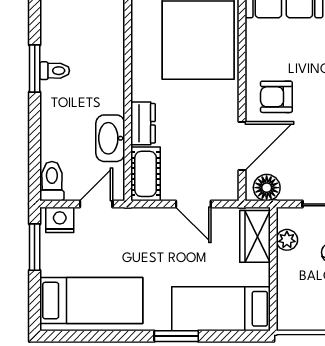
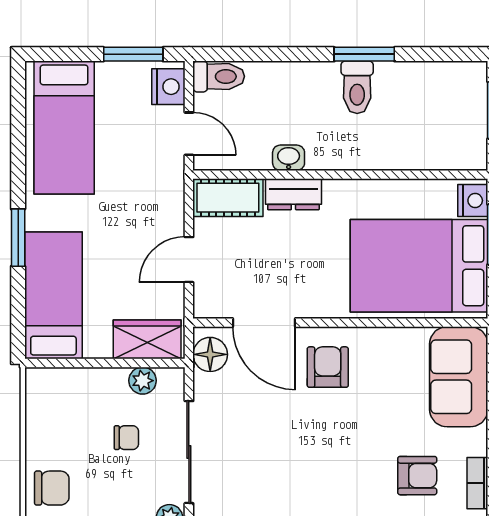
toilet: (55, 71) -> (357, 87), width x1.37, depth x1.39
washbasin: (110, 138) -> (289, 158), width x0.52, depth x0.69

